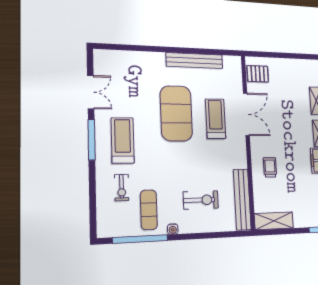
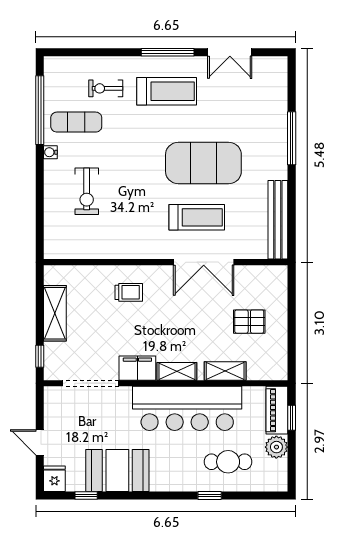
window: (156, 49) -> (292, 138), added
bench: (195, 61) -> (278, 220), moved
pallet: (258, 74) -> (249, 322), moved, turned 90
bench: (242, 199) -> (86, 249), removed
shelving: (274, 221) -> (55, 313), moved

